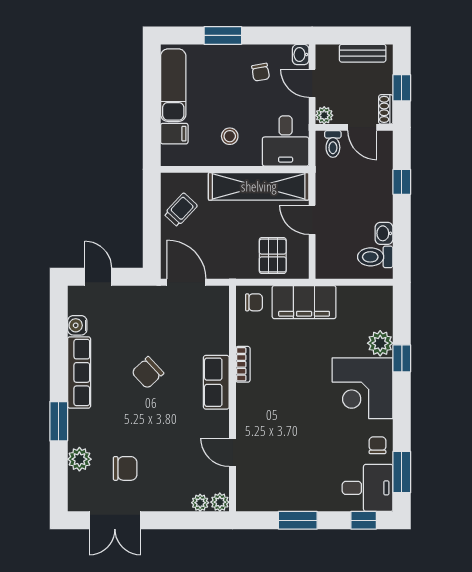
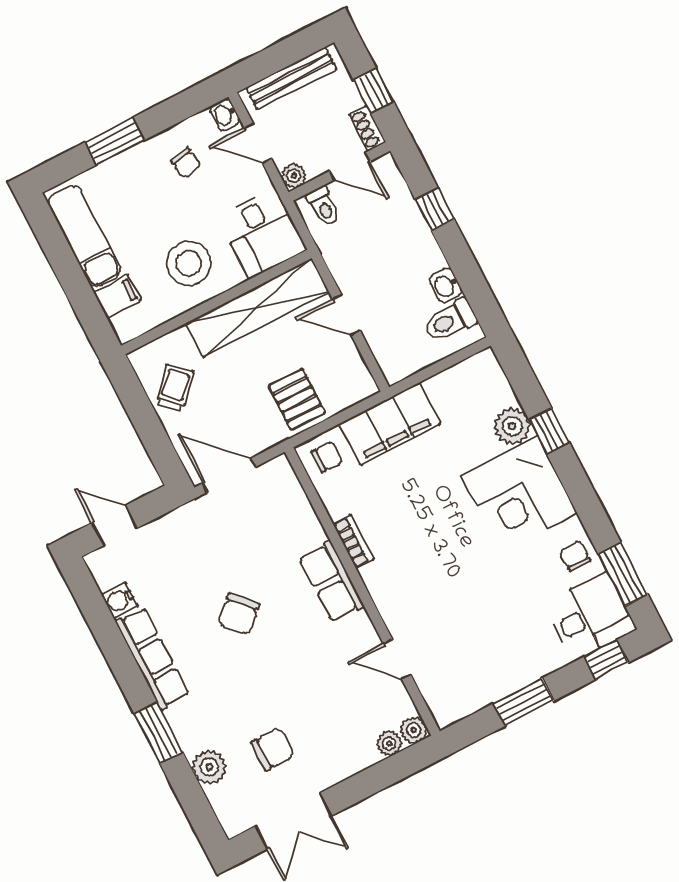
bench: (363, 53) -> (291, 78), width x1.36
stool: (230, 136) -> (189, 263), width x1.89, depth x1.89
pallet: (273, 256) -> (297, 399), moved

